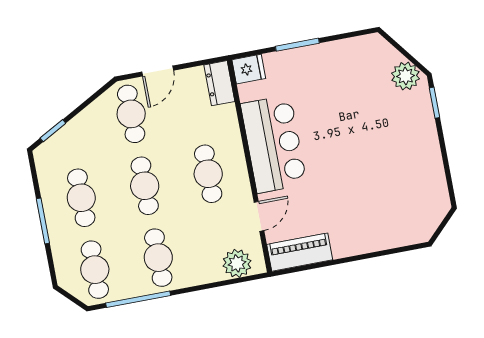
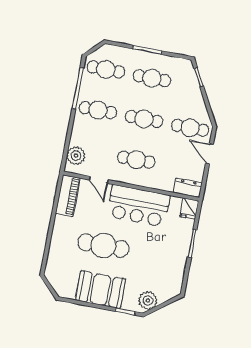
booth: (417, 151) -> (101, 290), added
cafe table: (351, 172) -> (103, 246), added

